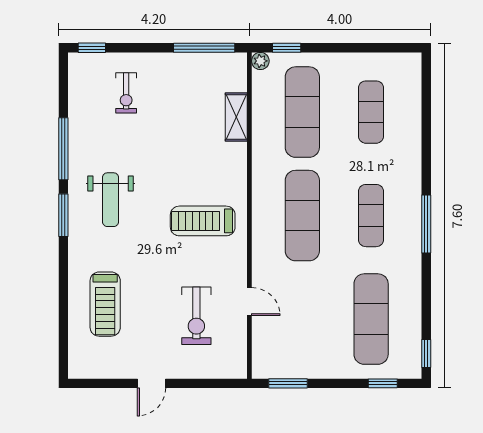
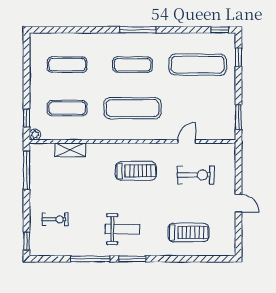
exercise mat: (302, 112) -> (67, 108), width x0.73, depth x0.69
treadmill: (203, 221) -> (136, 171), turned -90

